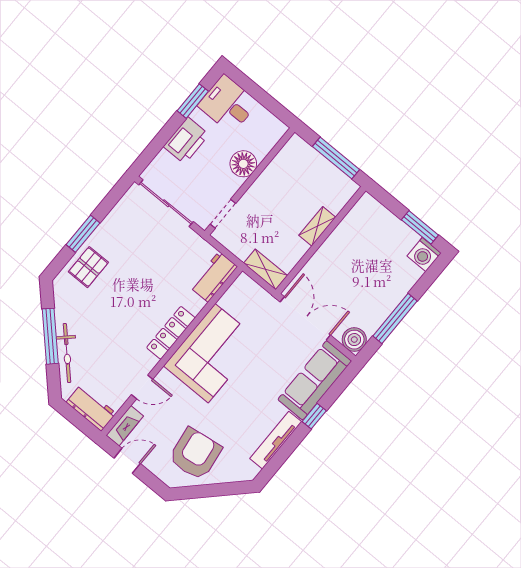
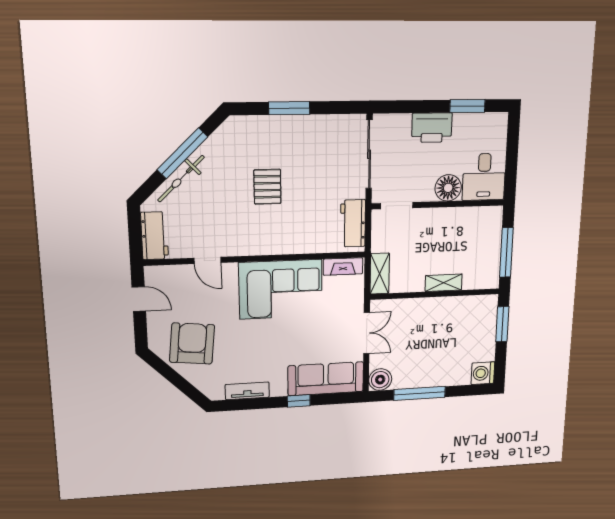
desk: (228, 104) -> (484, 177), moved, turned 180
window: (420, 227) -> (502, 324), moved
pallet: (88, 267) -> (267, 187), moved, turned 90
workbench: (214, 277) -> (353, 223), moved, turned -90
double door: (305, 318) -> (367, 333), width x0.73
locker: (171, 333) -> (270, 246), removed
fireplace: (125, 426) -> (343, 266), moved
tv unit: (276, 440) -> (247, 391), width x0.71
armchair: (195, 454) -> (192, 344), turned -76

